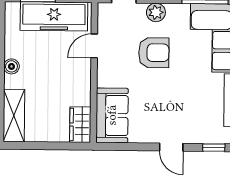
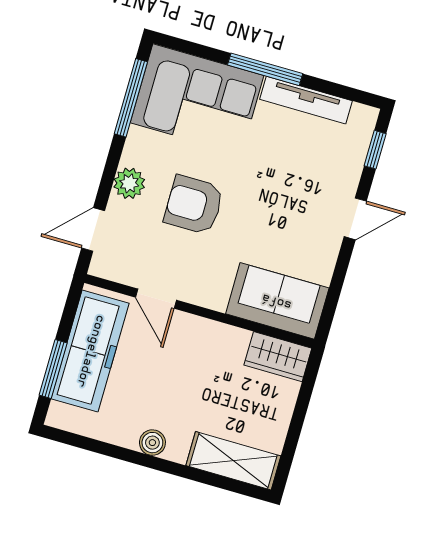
armchair: (154, 53) -> (194, 205), turned -90

